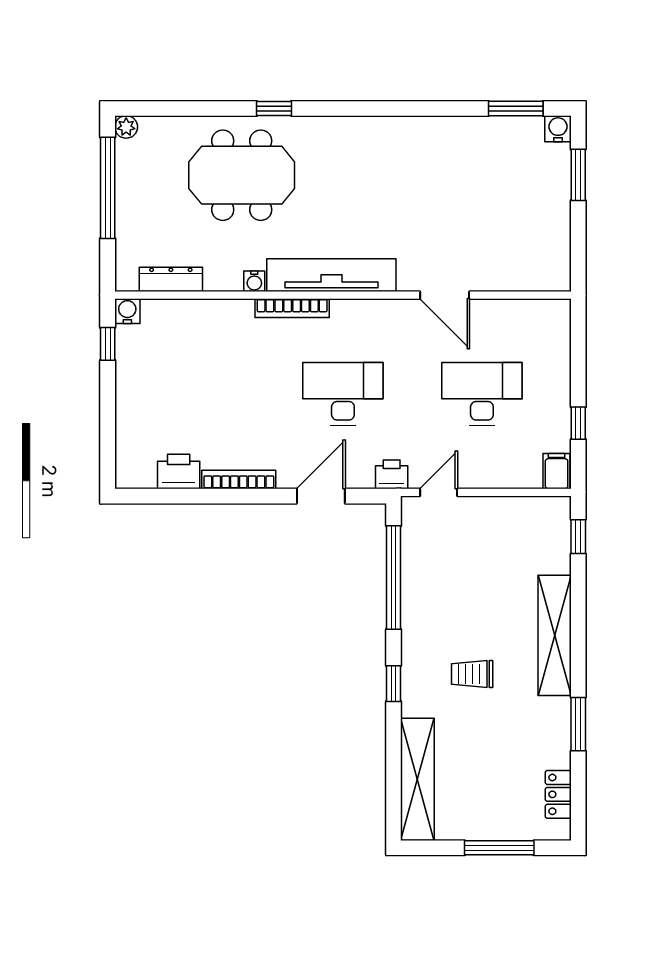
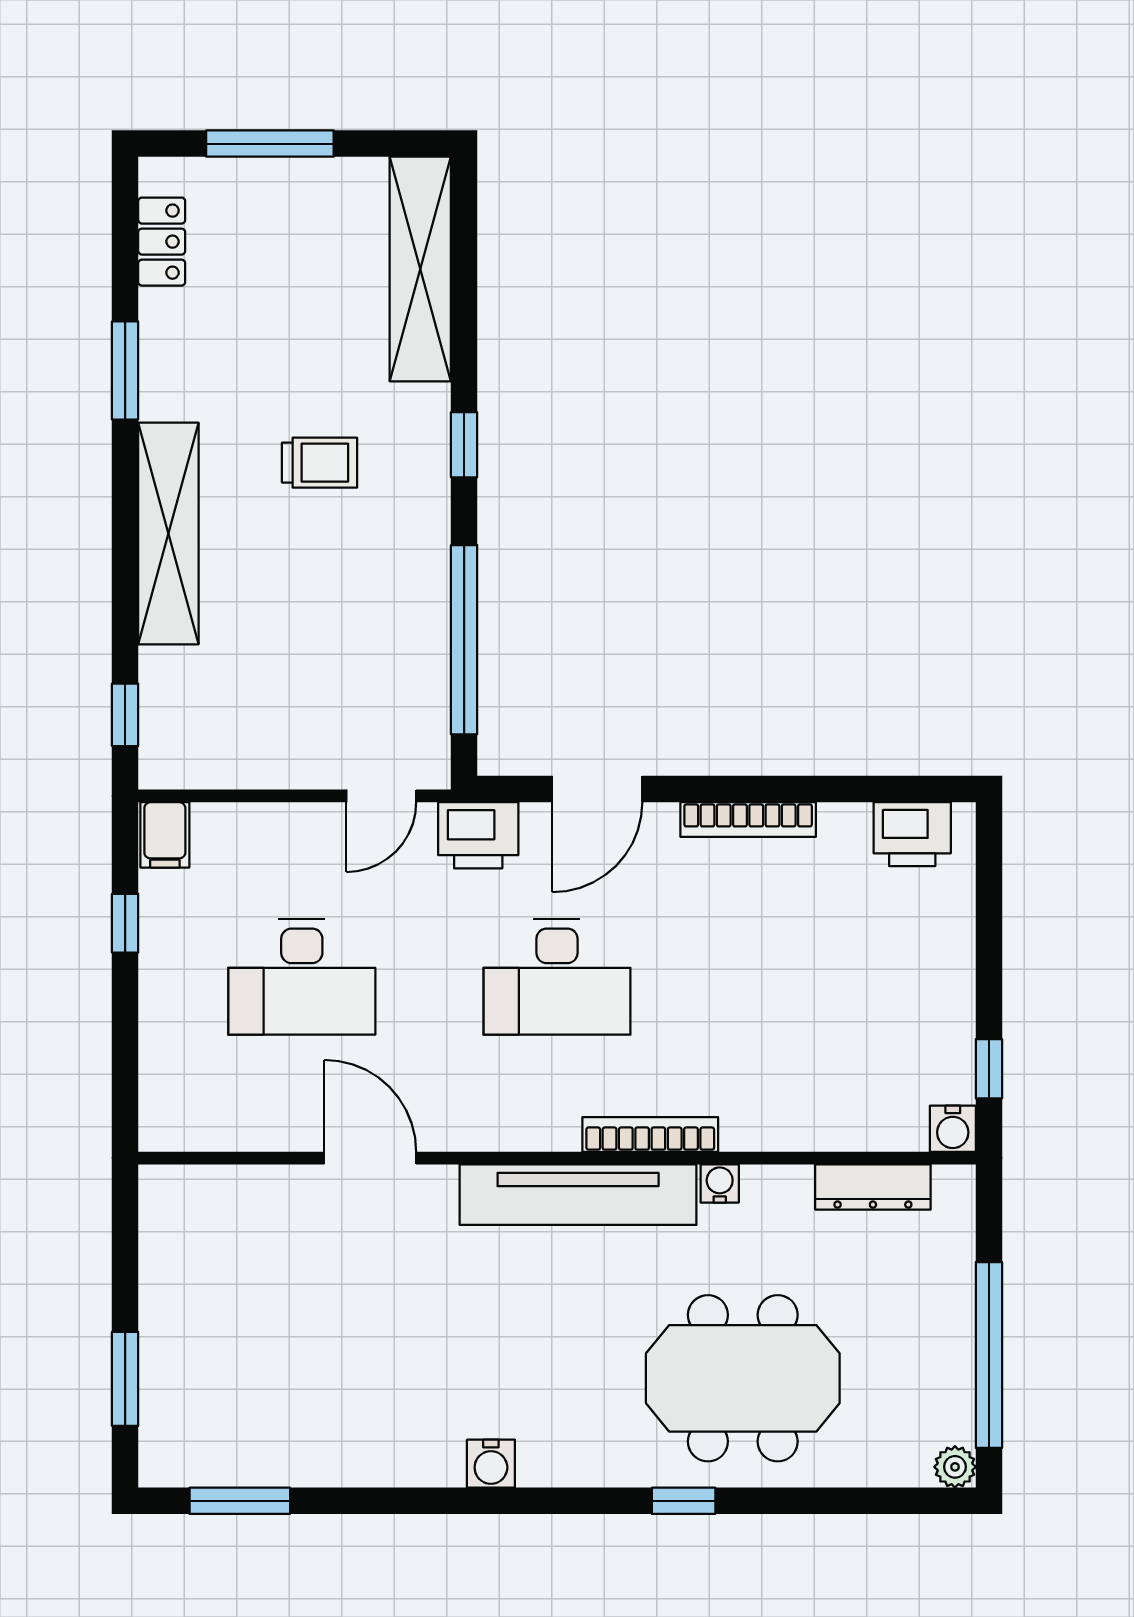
water cooler: (558, 129) -> (491, 1464), moved
printer: (179, 472) -> (912, 834), moved
printer: (392, 474) -> (478, 835), width x1.36, depth x1.24

